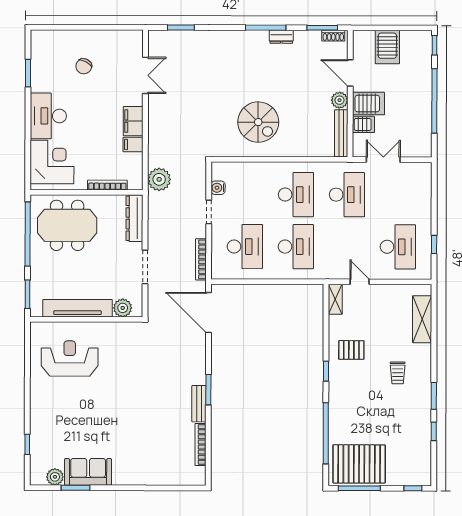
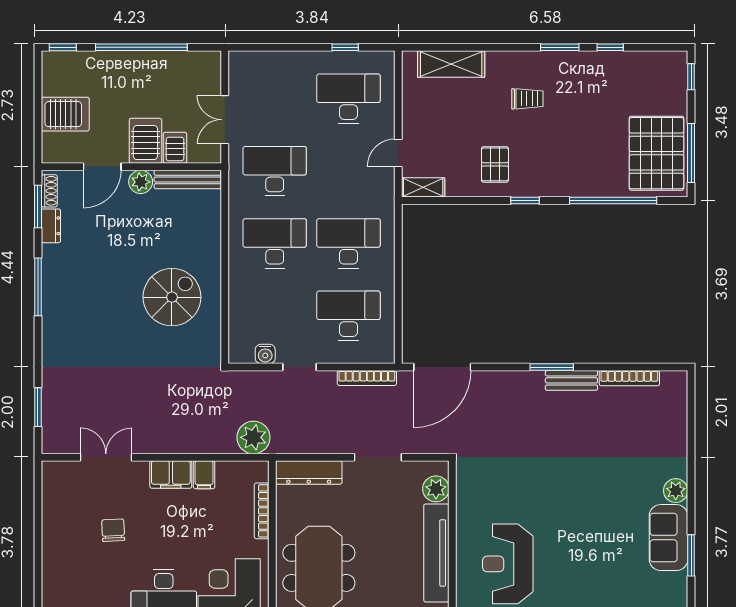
dresser: (281, 37) -> (51, 226), moved
chair: (84, 66) -> (113, 530), moved, turned -120
plant: (55, 477) -> (676, 491), moved

